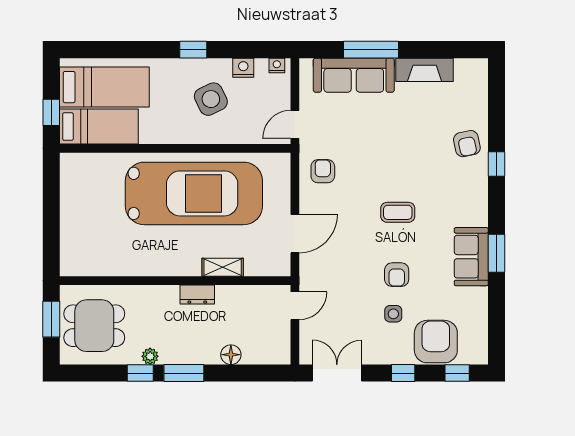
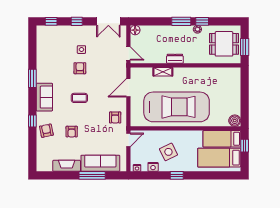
boiler: (72, 165) -> (235, 121), added
car: (194, 193) -> (177, 107), turned 180
sofa: (471, 257) -> (44, 97), moved
door: (295, 306) -> (128, 53), swing flipped
armchair: (436, 342) -> (72, 132), moved, width x0.53, depth x0.53
floor lamp: (231, 355) -> (135, 30), moved

